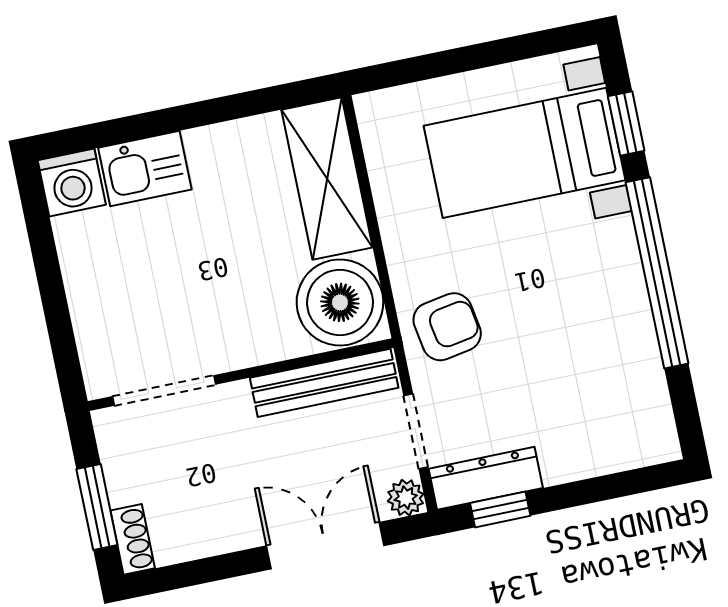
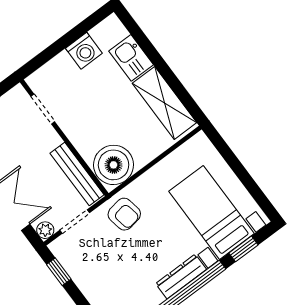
shelving: (327, 179) -> (164, 103), moved, turned 90
washing machine: (72, 182) -> (84, 51), moved, turned -90
doorway: (164, 390) -> (43, 109), width x0.73
dresser: (486, 478) -> (181, 276), moved, turned -90

